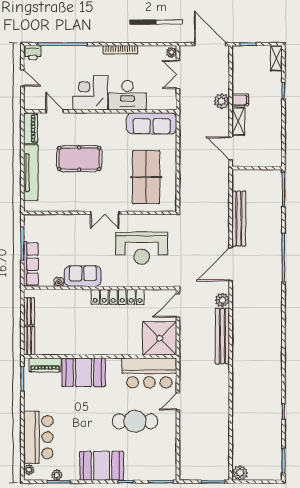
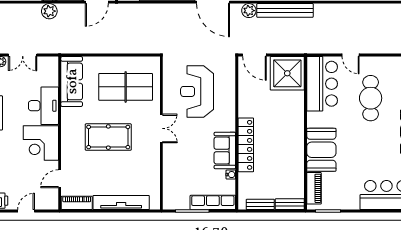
pool table: (79, 158) -> (108, 137), moved, turned 90
reception desk: (142, 248) -> (197, 91), turned 180
locker: (118, 297) -> (246, 145), moved

